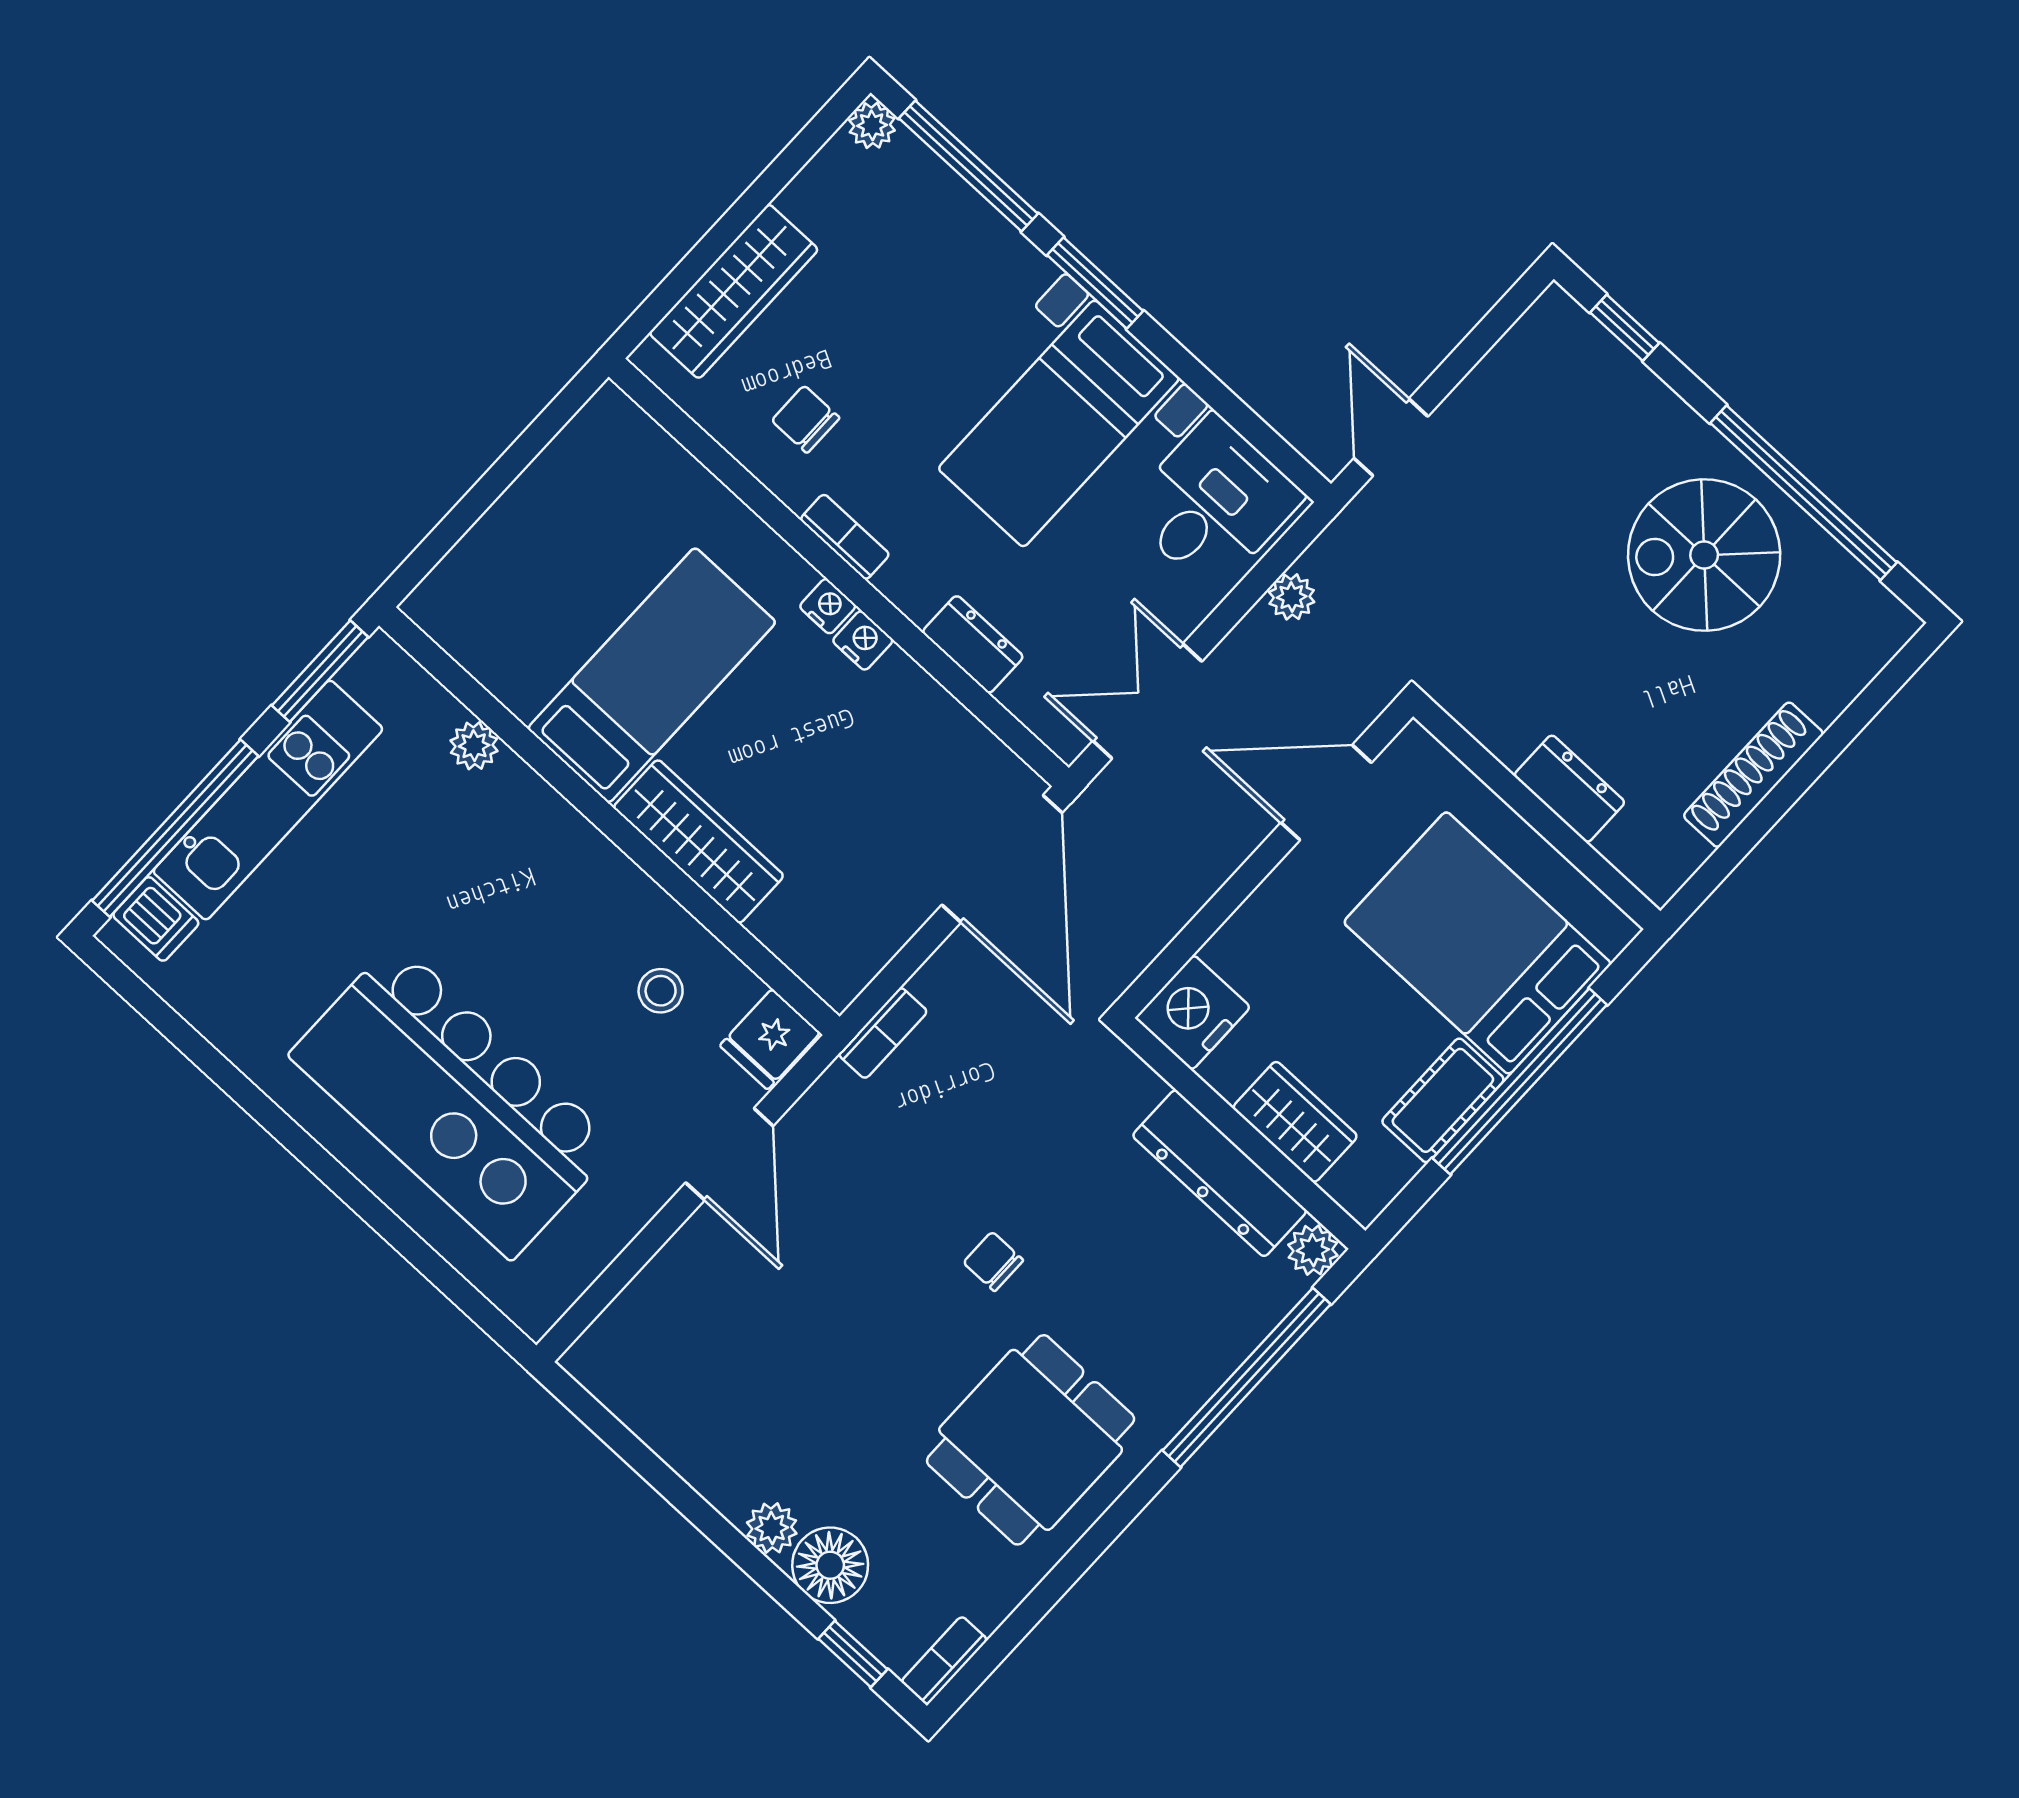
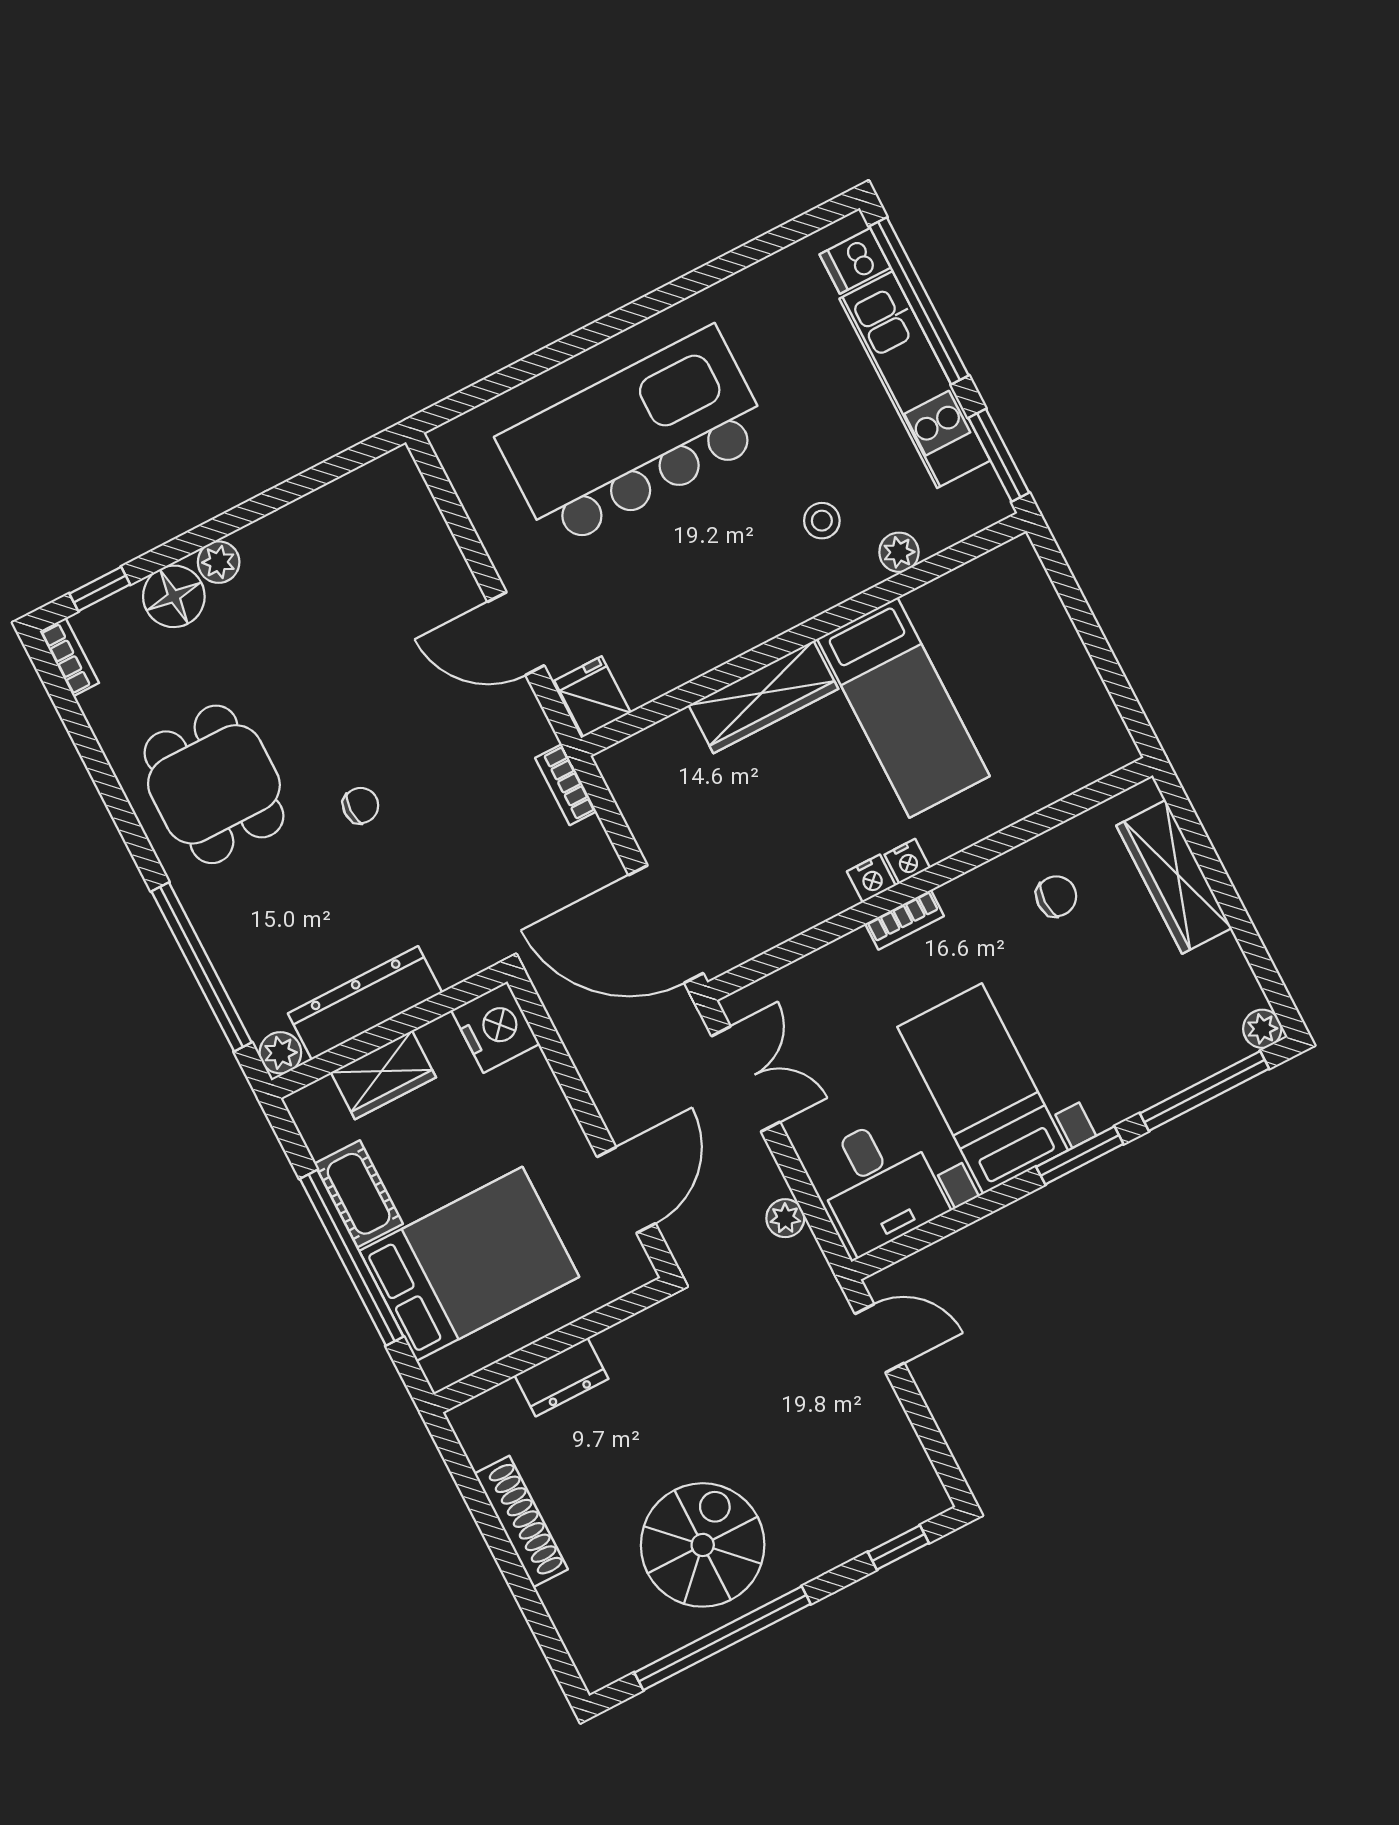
bookcase: (845, 537) -> (904, 920), moved
dresser: (973, 644) -> (838, 961), removed
stool: (661, 991) -> (822, 521), moved

